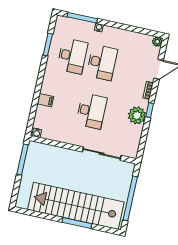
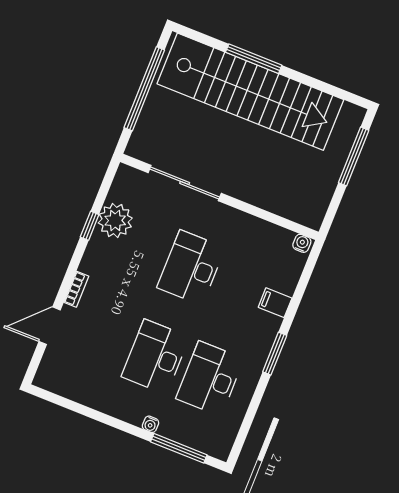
plant: (157, 42) -> (43, 379), removed
window: (48, 44) -> (275, 354), moved
window: (150, 110) -> (90, 226), moved
plant: (137, 115) -> (115, 221), moved
window: (23, 160) -> (354, 156), moved

